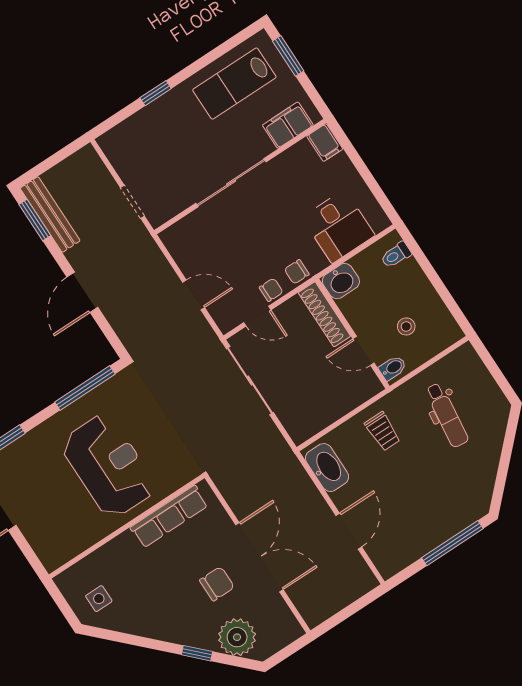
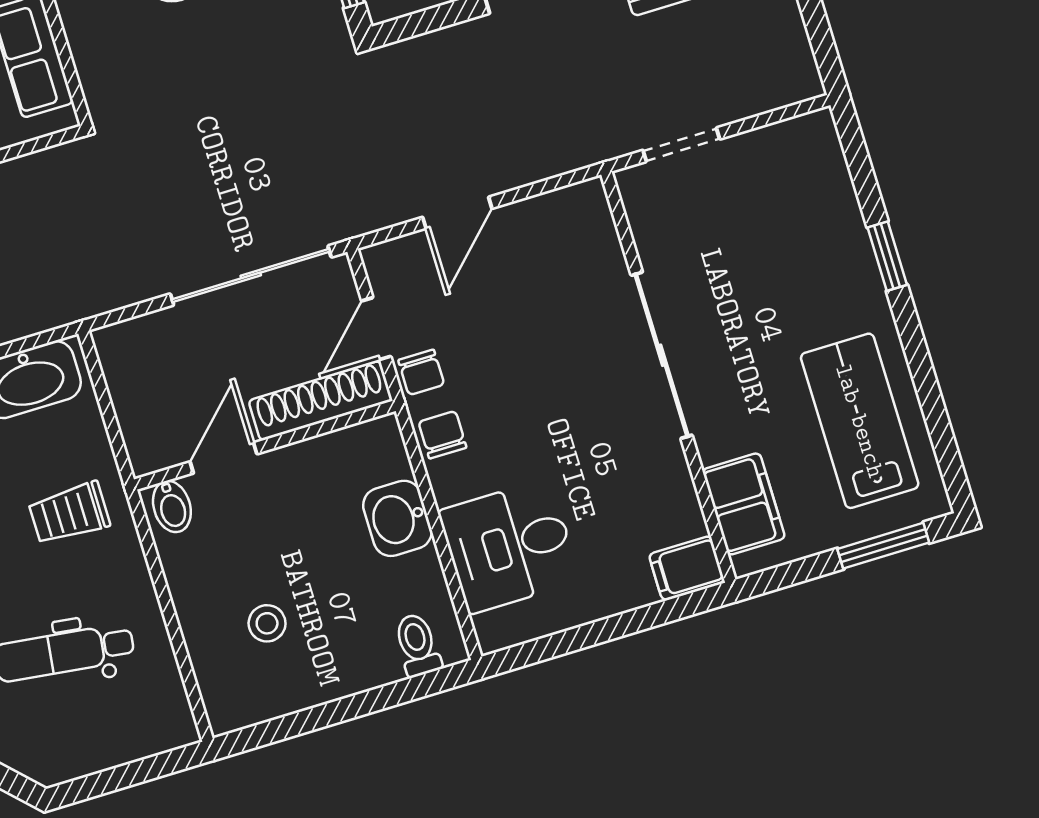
shoe rack: (324, 314) -> (320, 401), moved
wall: (352, 334) -> (265, 445), moved
door: (364, 351) -> (223, 458), moved
bidet: (393, 368) -> (172, 507), moved

